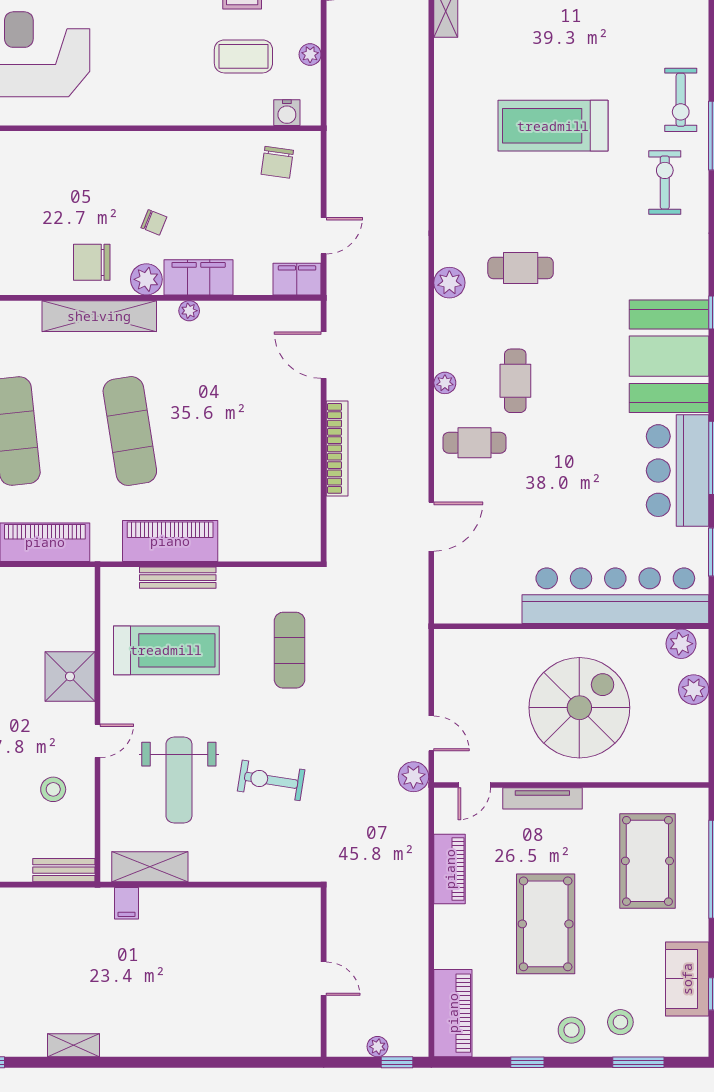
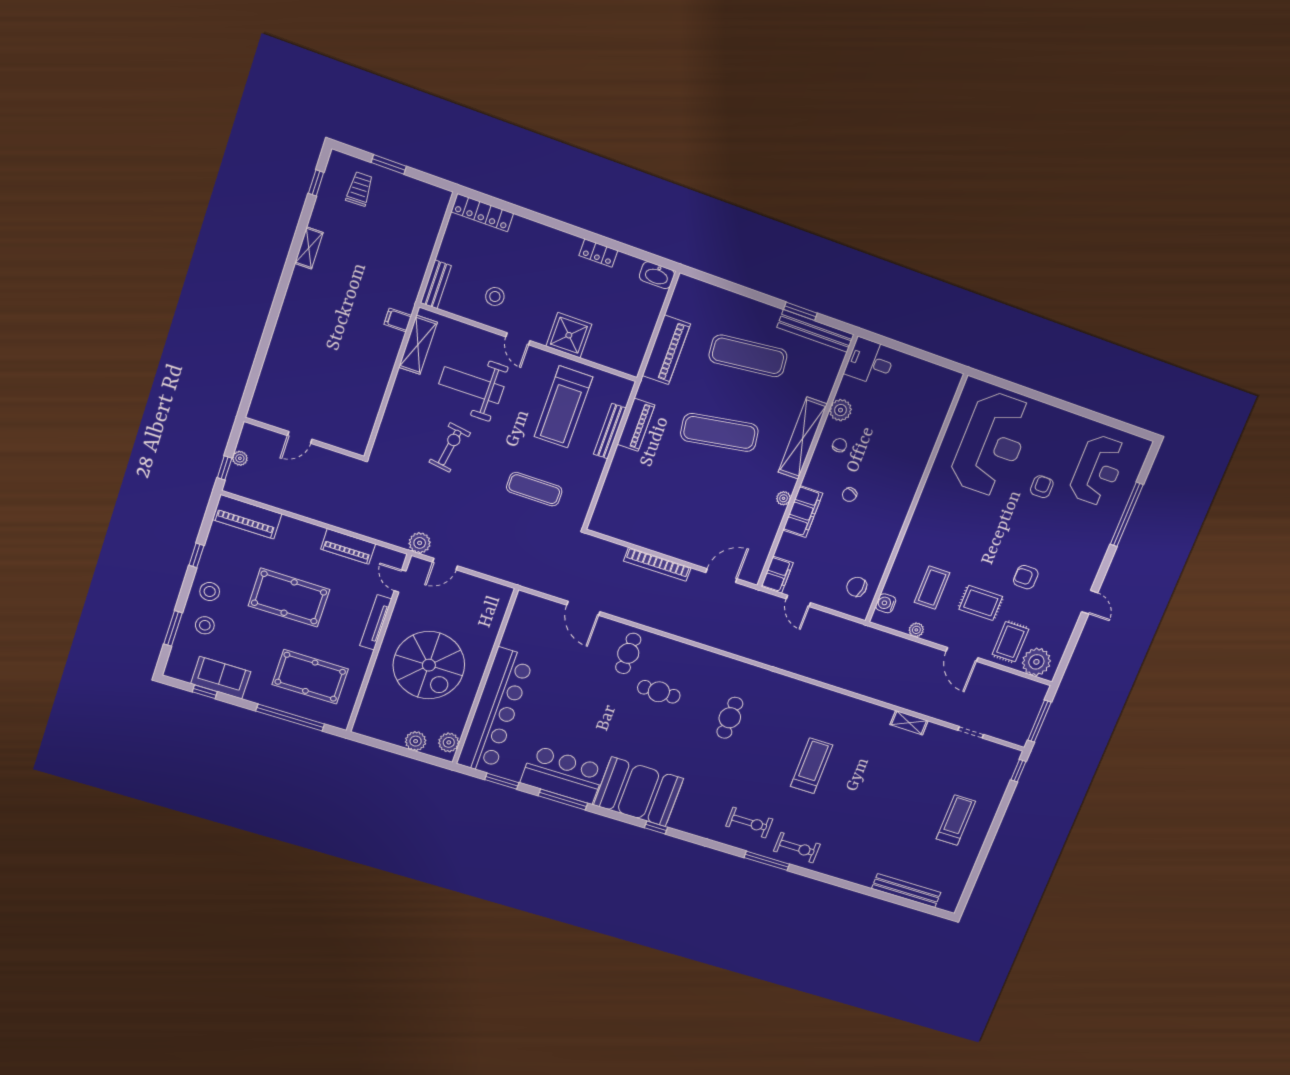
exercise bike: (681, 100) -> (797, 848), turned 180
treadmill: (553, 126) -> (812, 766), width x0.73, depth x0.73
chair: (92, 262) -> (839, 445), width x0.54, depth x0.54
plant: (146, 279) -> (841, 410), moved
plant: (449, 283) -> (738, 670), removed
plant: (445, 383) -> (674, 647), removed
piano: (170, 541) -> (636, 425), width x0.73, depth x0.75

